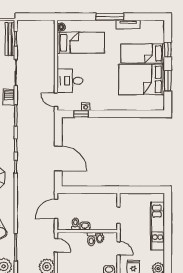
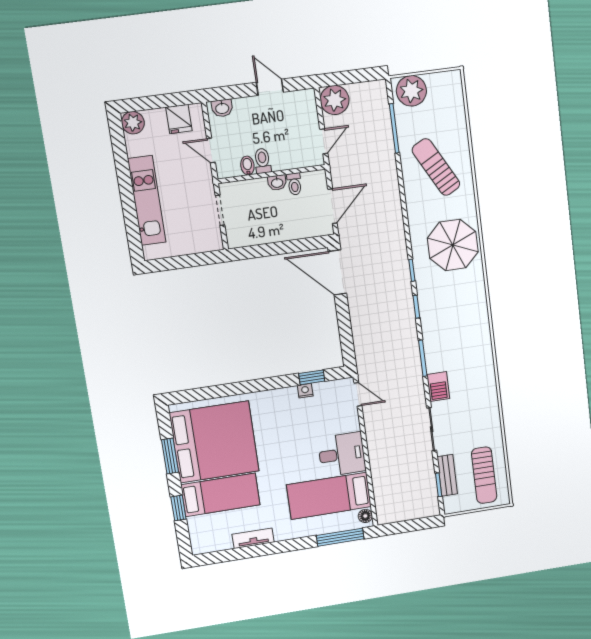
window: (110, 17) -> (340, 537), moved
bench: (10, 39) -> (447, 475), width x0.73
bed: (142, 79) -> (214, 442), width x1.36
desk: (70, 81) -> (342, 454), moved
door: (58, 158) -> (337, 272), moved
door: (56, 245) -> (324, 141), swing flipped

